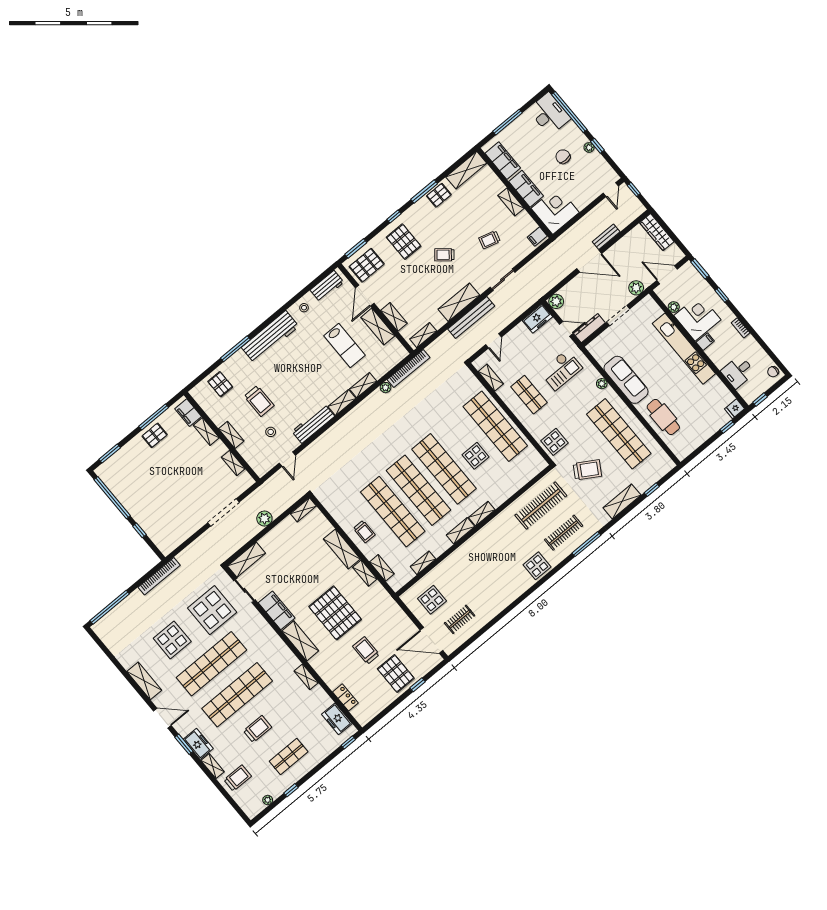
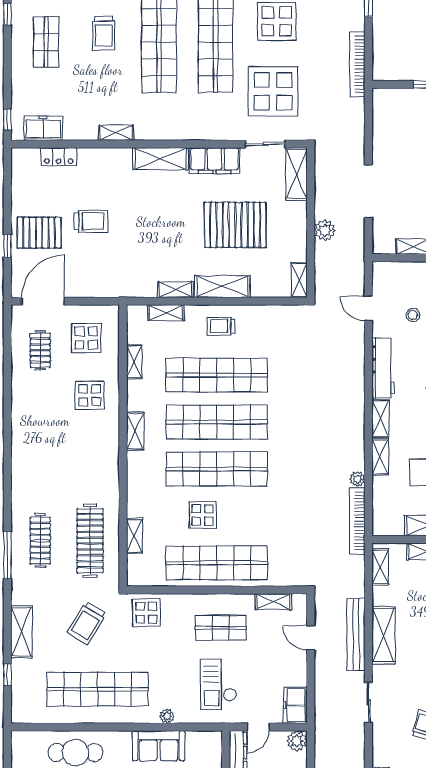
sofa: (626, 380) -> (159, 746), width x0.73
shelving: (482, 514) -> (134, 536), moved
display table: (537, 566) -> (90, 395), moved
pallet: (335, 613) -> (235, 225), moved

